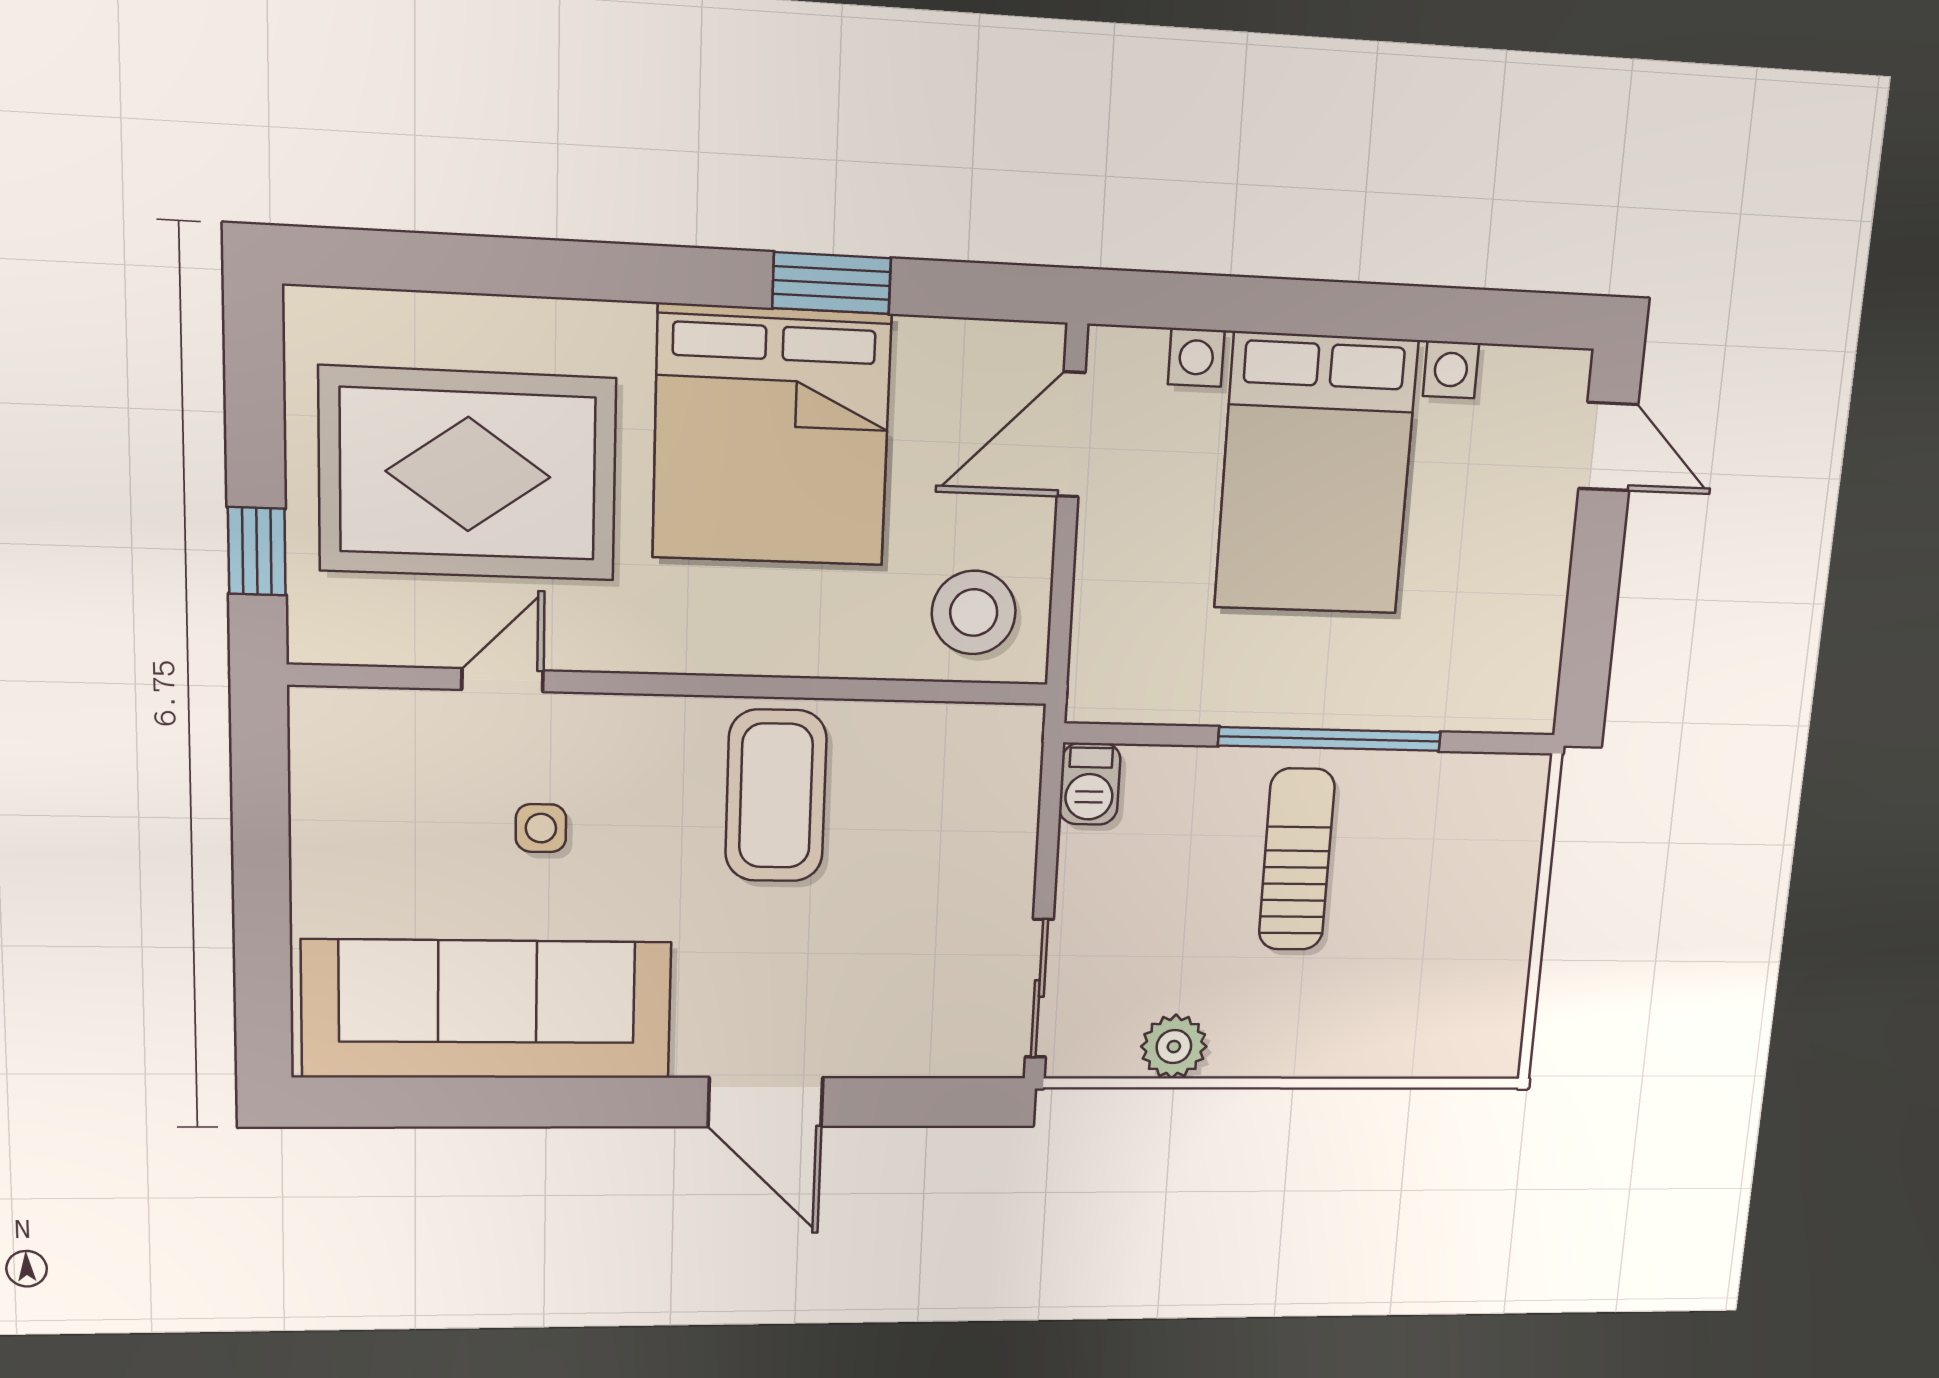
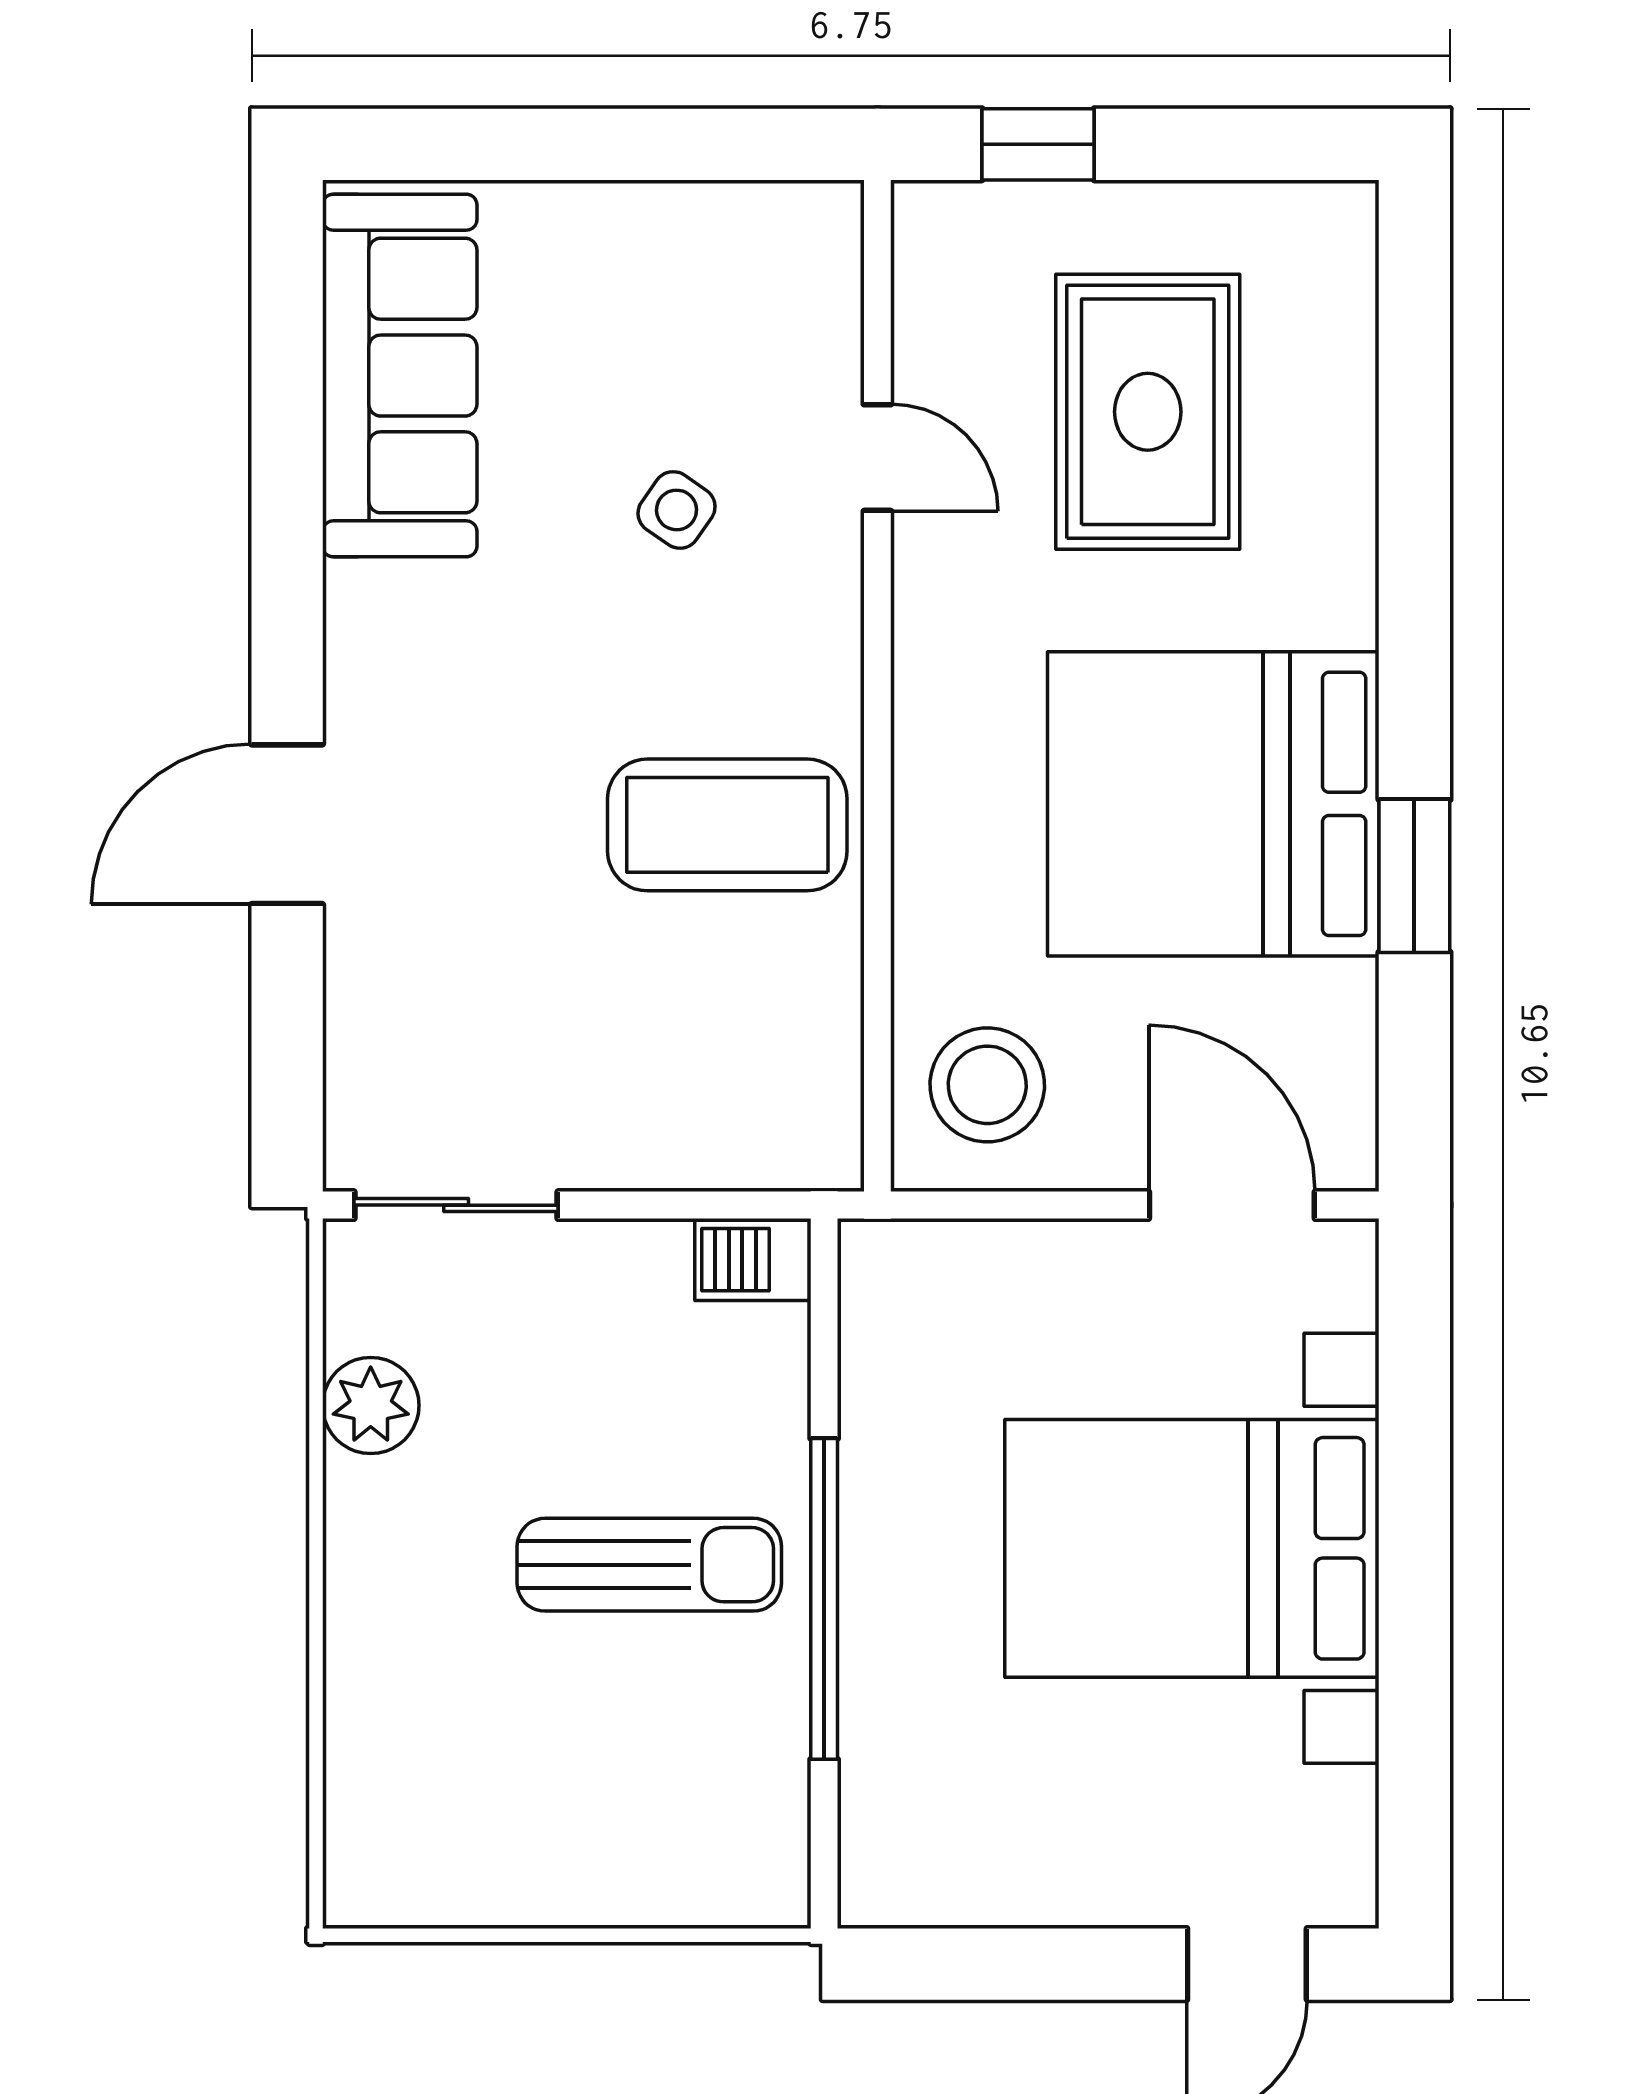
rug: (468, 474) -> (1148, 412), width x0.73, depth x0.69
side table: (541, 828) -> (677, 510), turned 35
sofa: (488, 1009) -> (400, 376), width x0.74, depth x0.79

